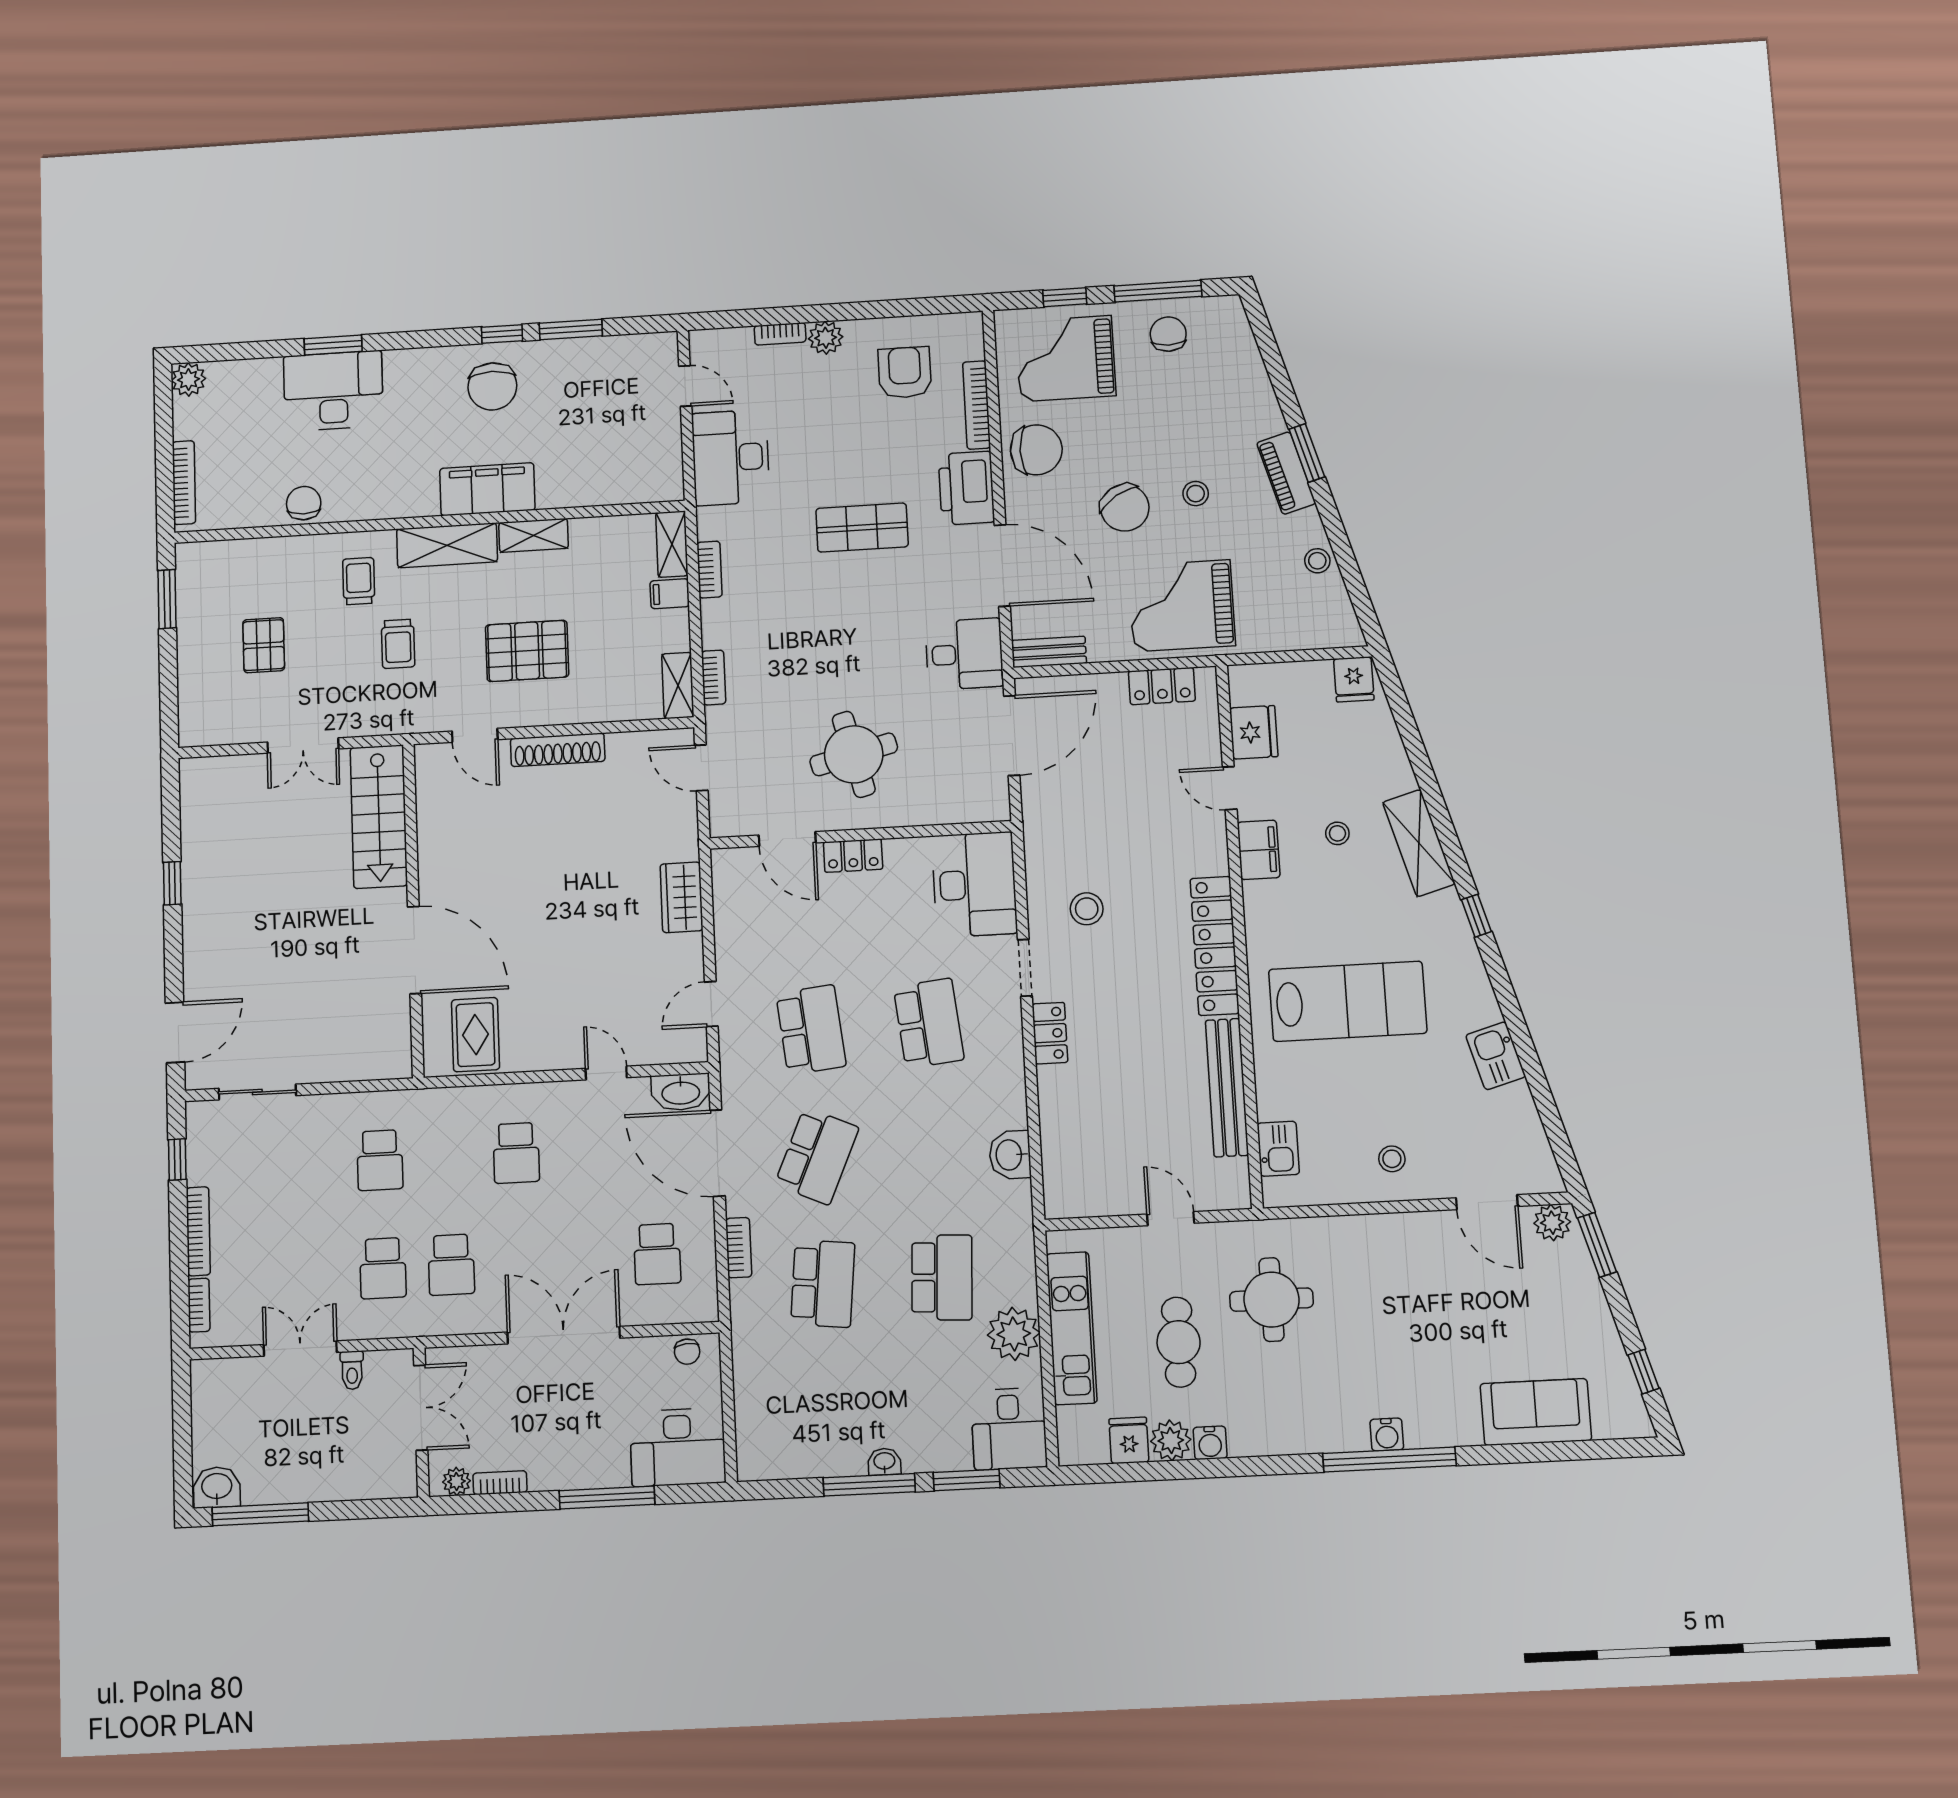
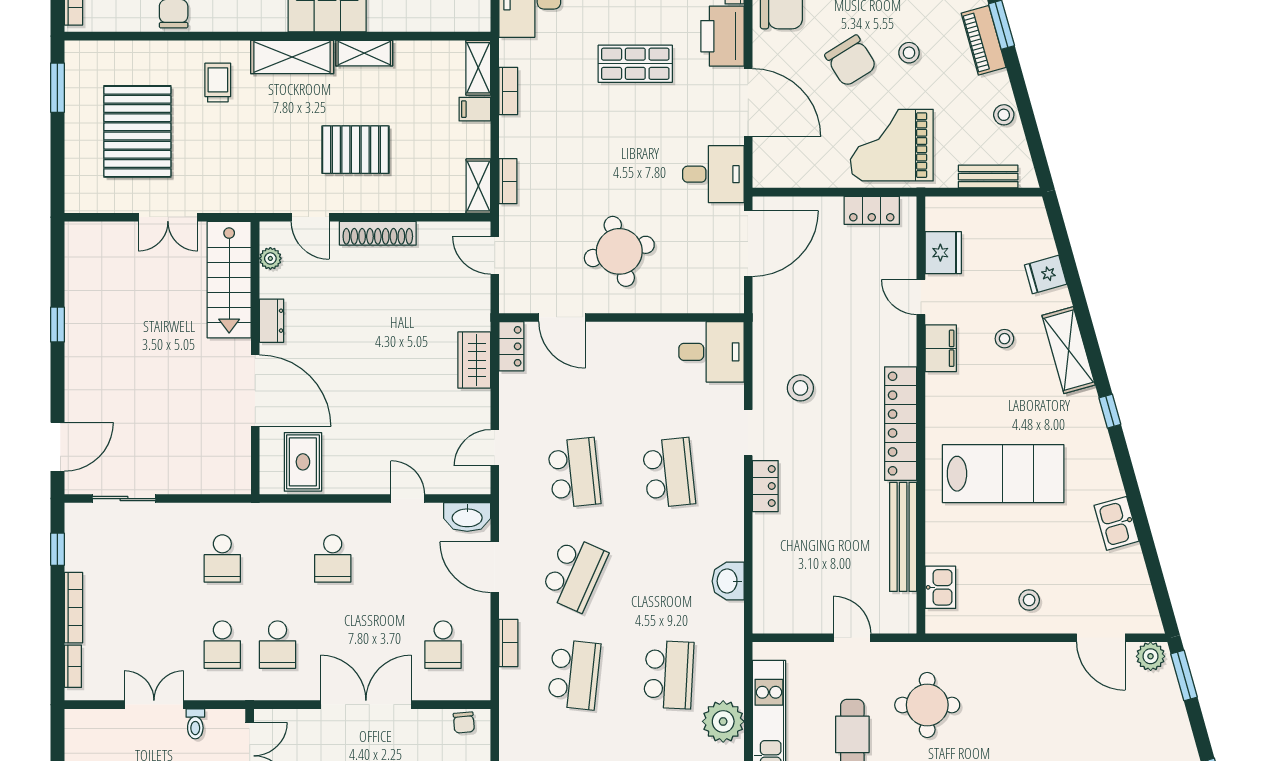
trolley: (398, 644) -> (249, 137), removed
pallet: (264, 645) -> (137, 131), width x2.05, depth x2.00
bench: (1049, 652) -> (988, 177), moved
fridge: (1354, 679) -> (1046, 275), moved, turned 74
plant: (428, 788) -> (270, 258), added
locker: (853, 856) -> (511, 346), moved, turned -90
dresser: (432, 863) -> (272, 321), added
desk: (974, 884) -> (711, 352), width x0.73
door: (718, 1153) -> (495, 567), width x0.73

